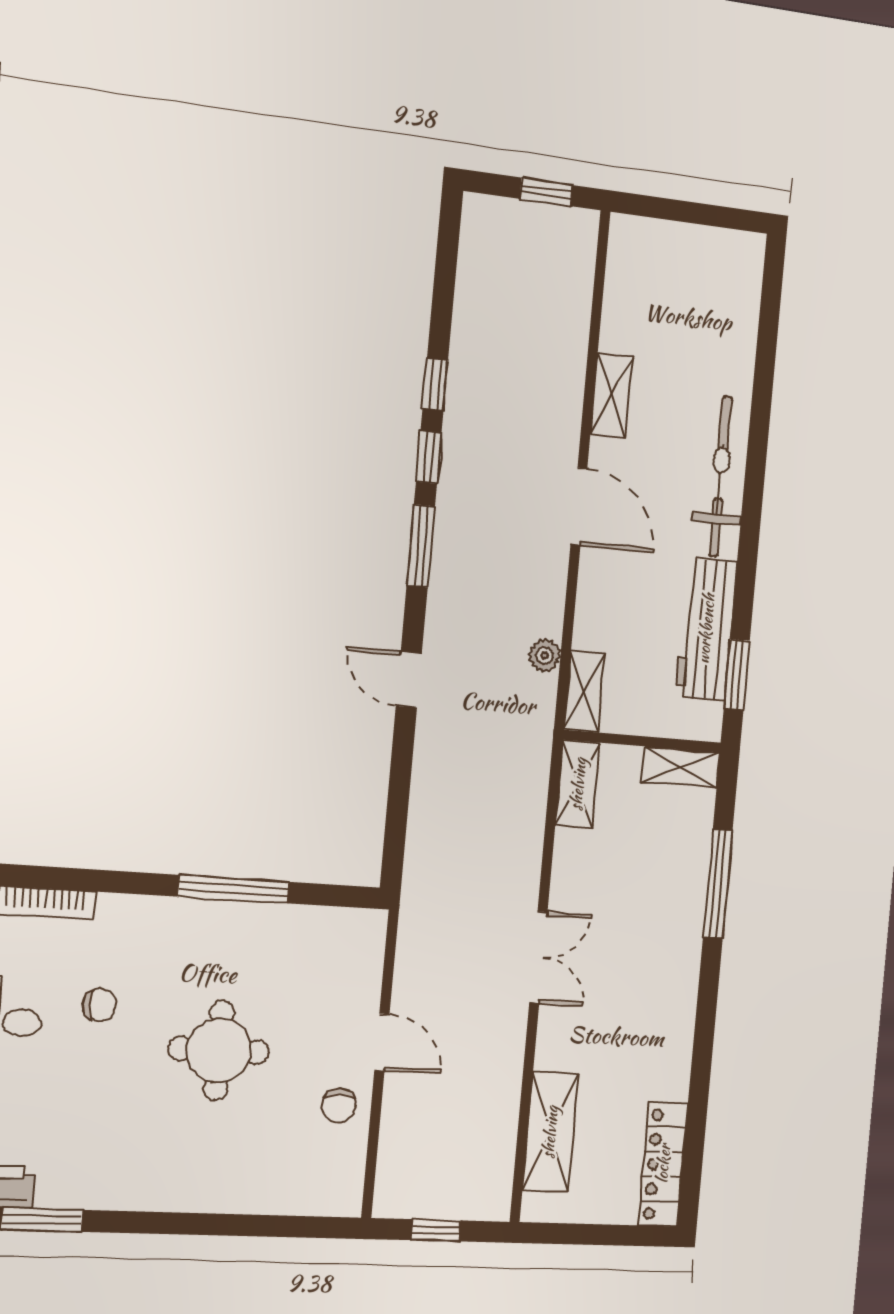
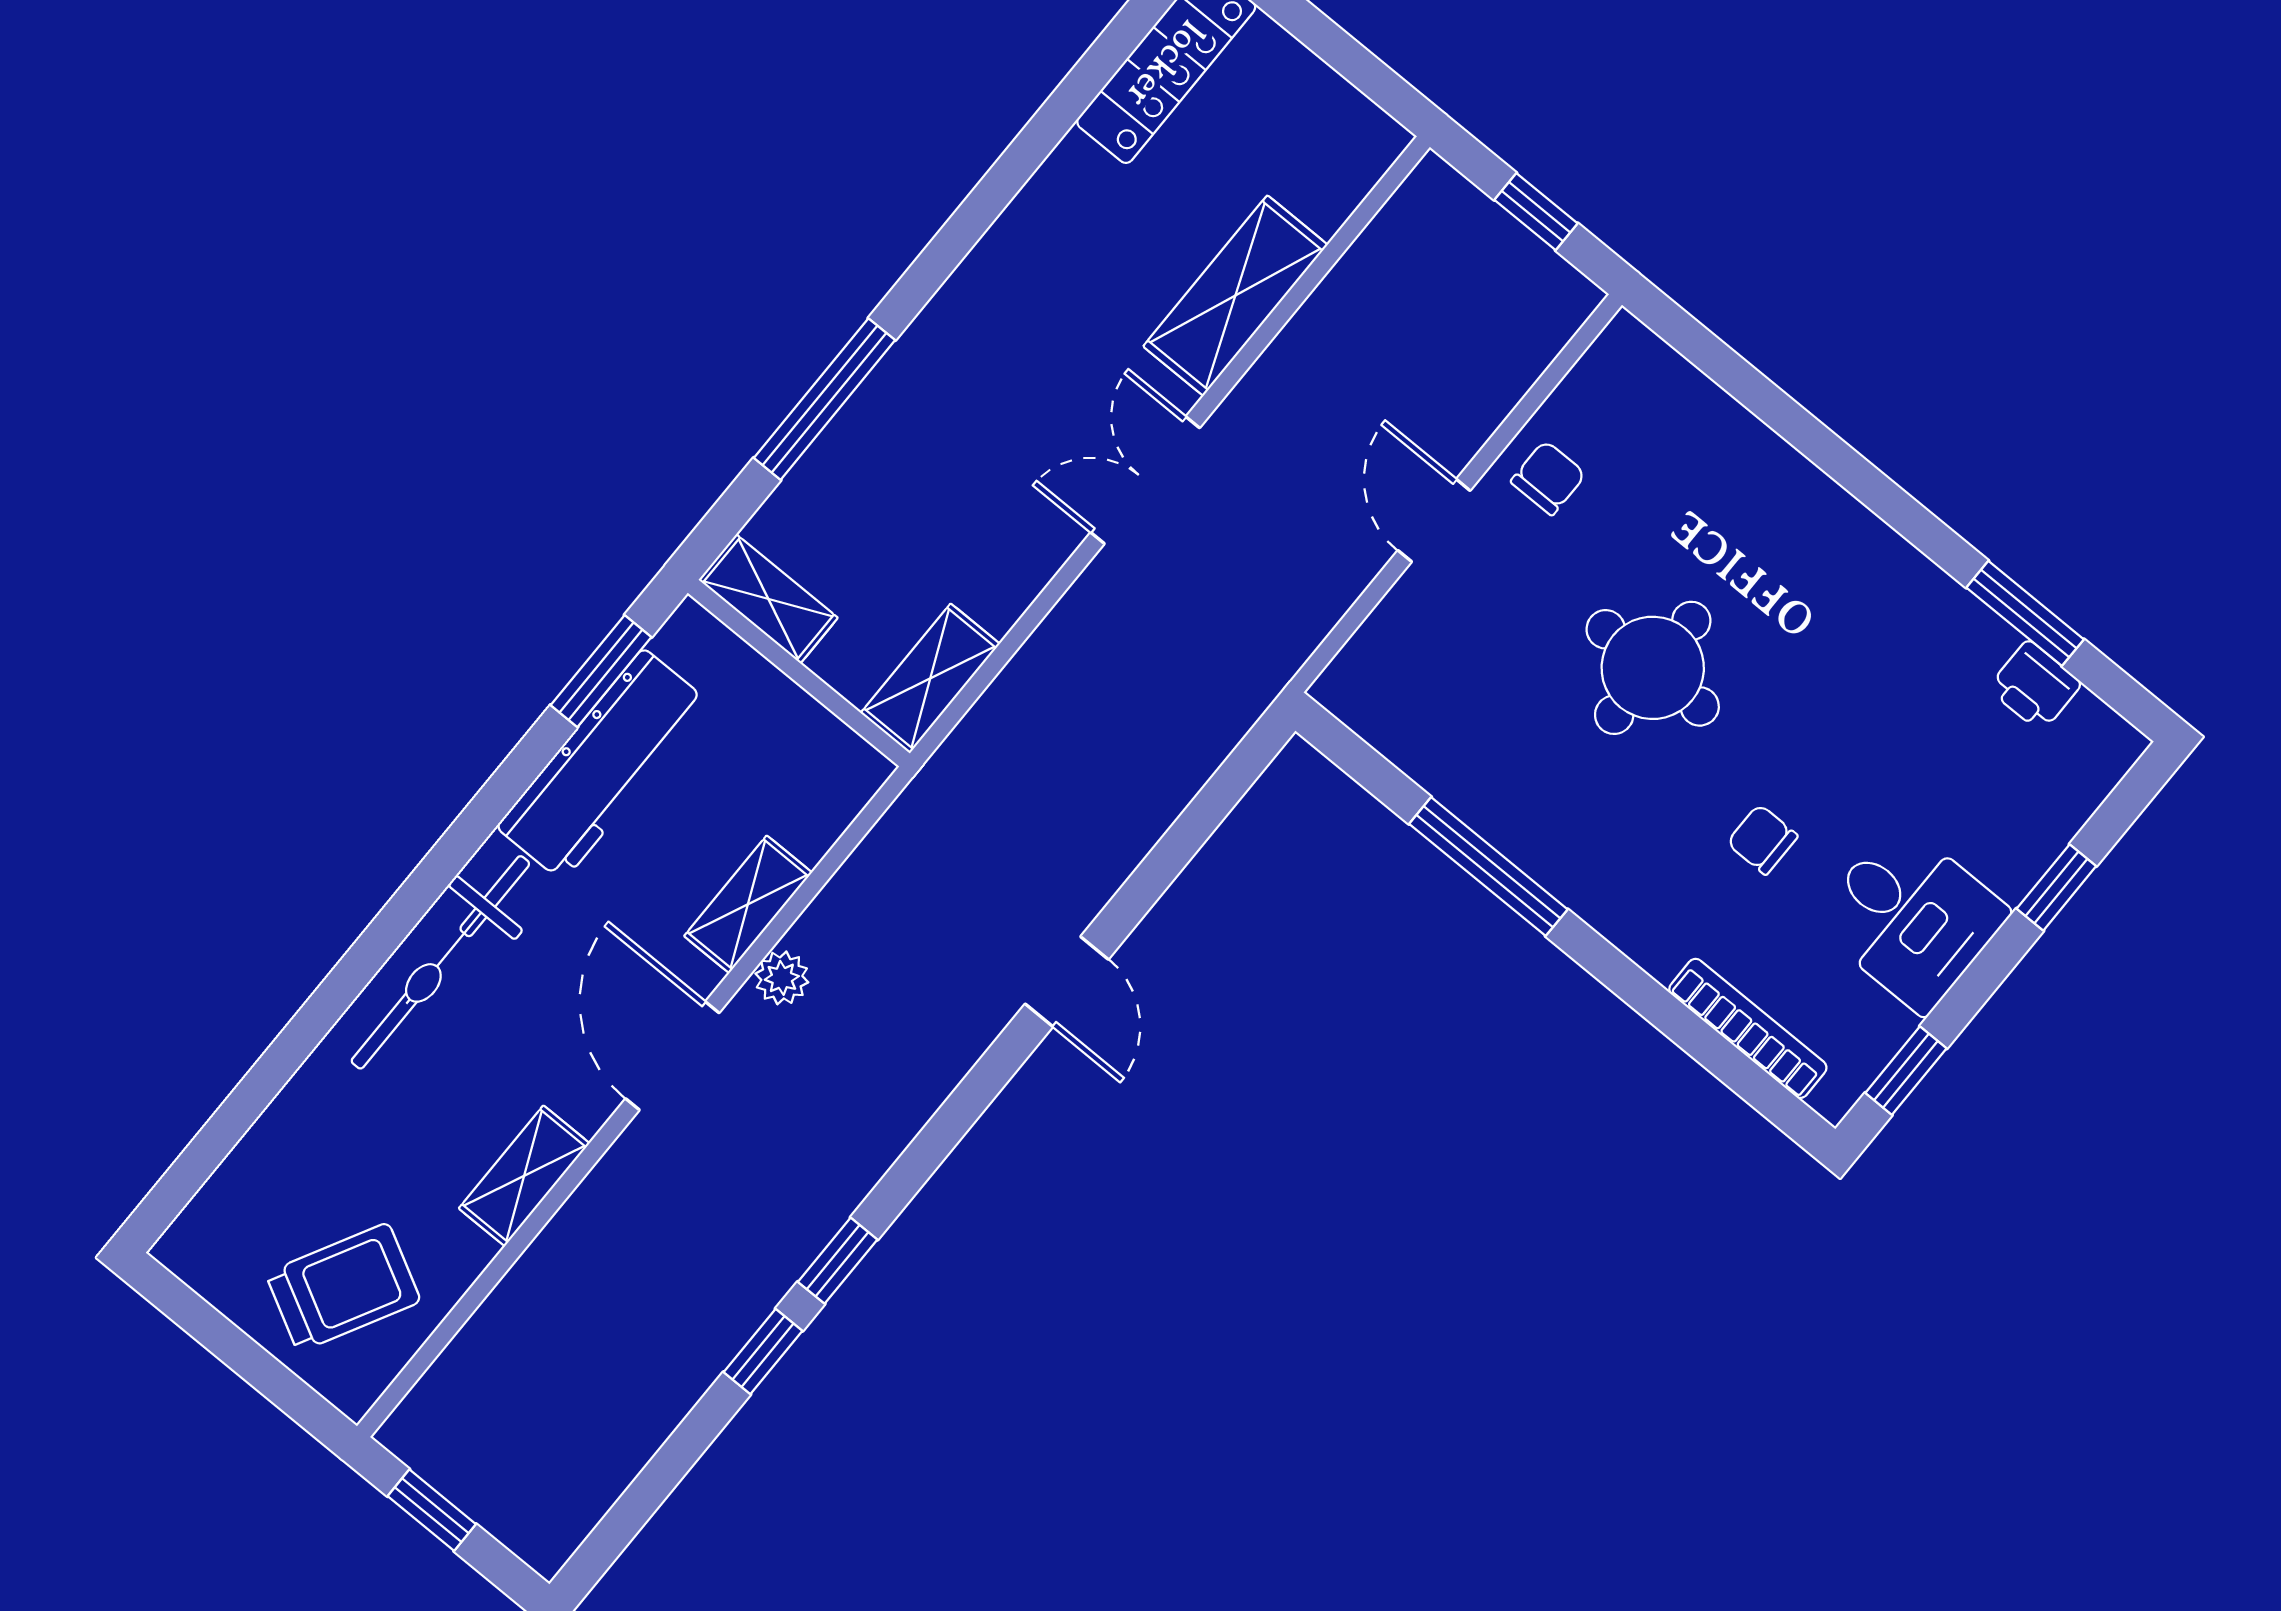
trolley: (662, 279) -> (343, 1287), added
window: (421, 546) -> (929, 1149), removed
plant: (545, 656) -> (782, 978), moved
shelving: (584, 692) -> (748, 904), moved
shelving: (550, 1132) -> (1235, 296), moved

